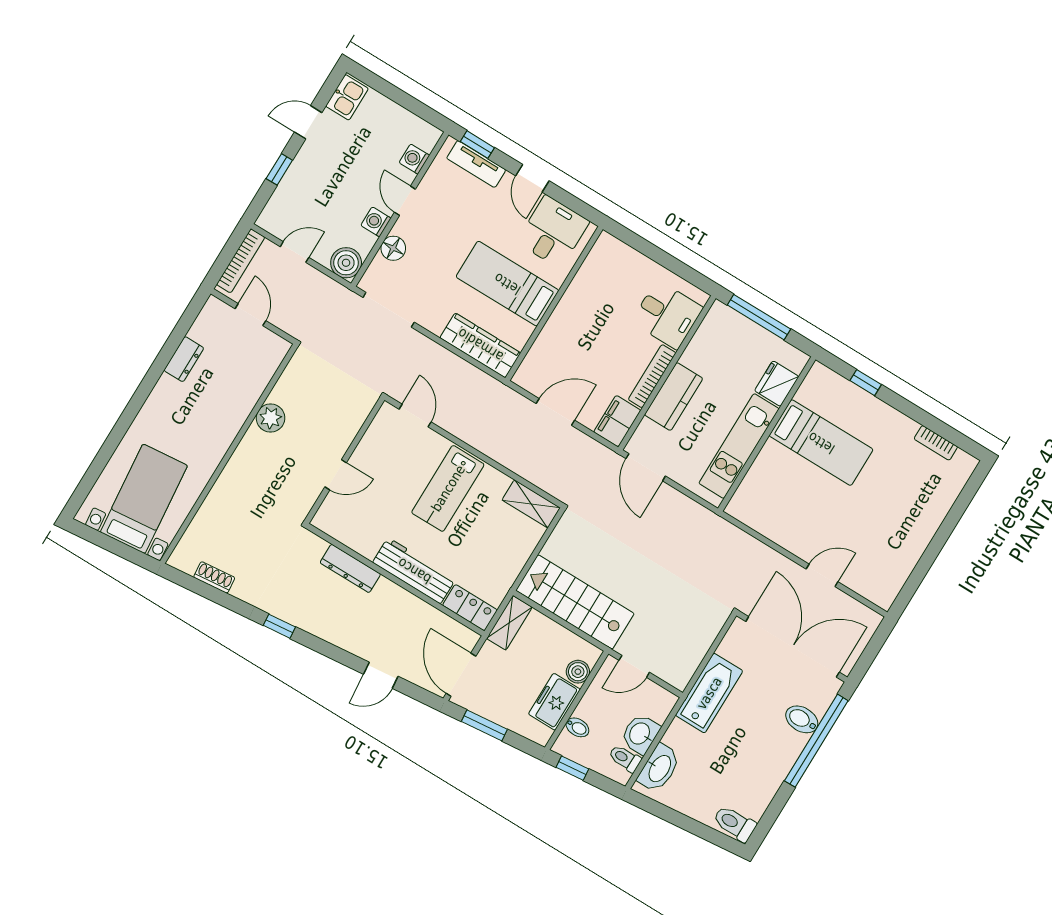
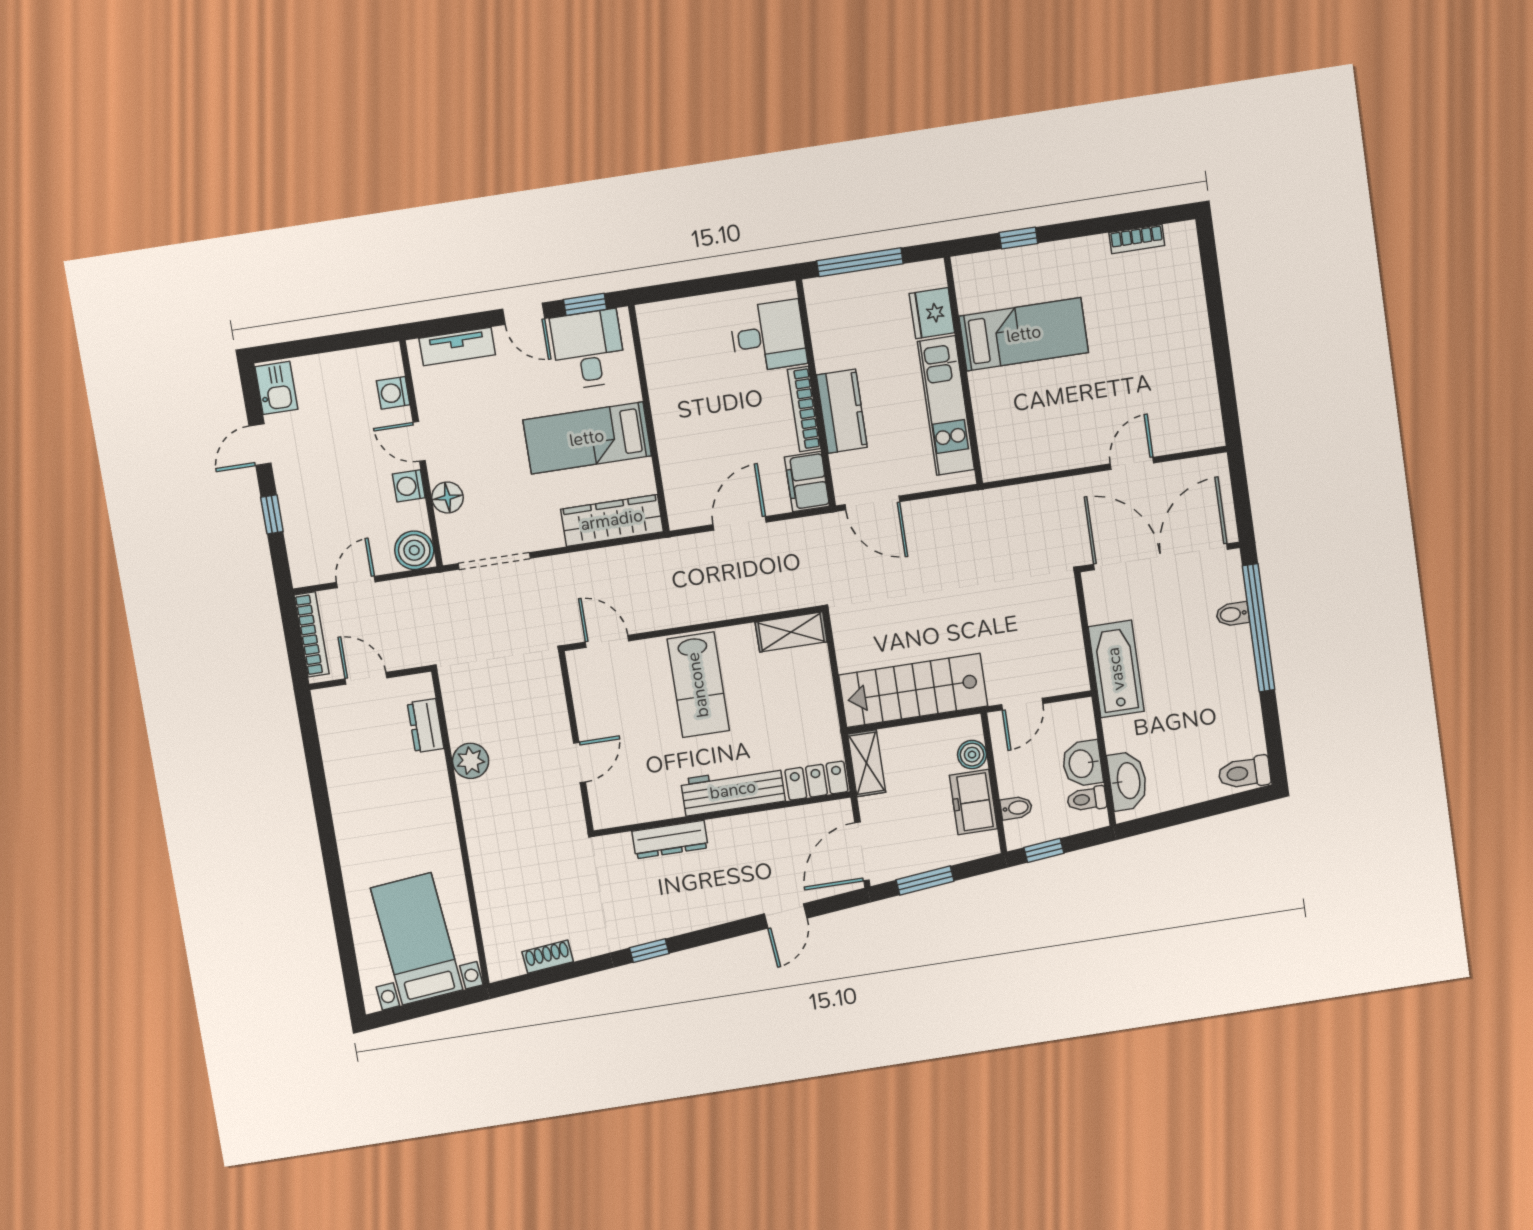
window: (477, 145) -> (585, 304), moved
dresser: (184, 359) -> (426, 726), moved, turned 180
door: (461, 675) -> (862, 851), hinge flipped
bidet: (802, 719) -> (1233, 614), width x0.72, depth x0.74

